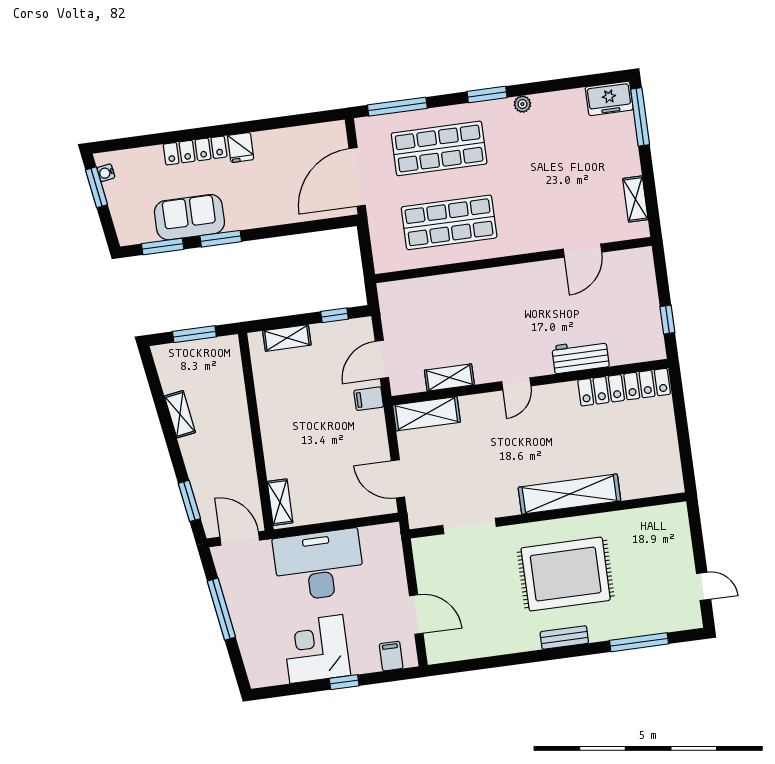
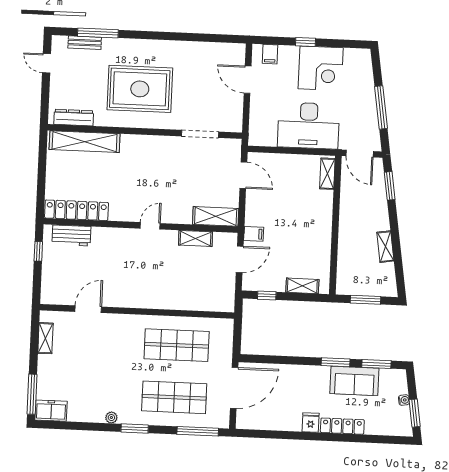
water cooler: (106, 173) -> (404, 400), moved
workbench: (580, 356) -> (71, 235), moved
shelving: (569, 494) -> (85, 142), moved
dresser: (652, 517) -> (74, 118), added
bench: (564, 637) -> (85, 43), moved

